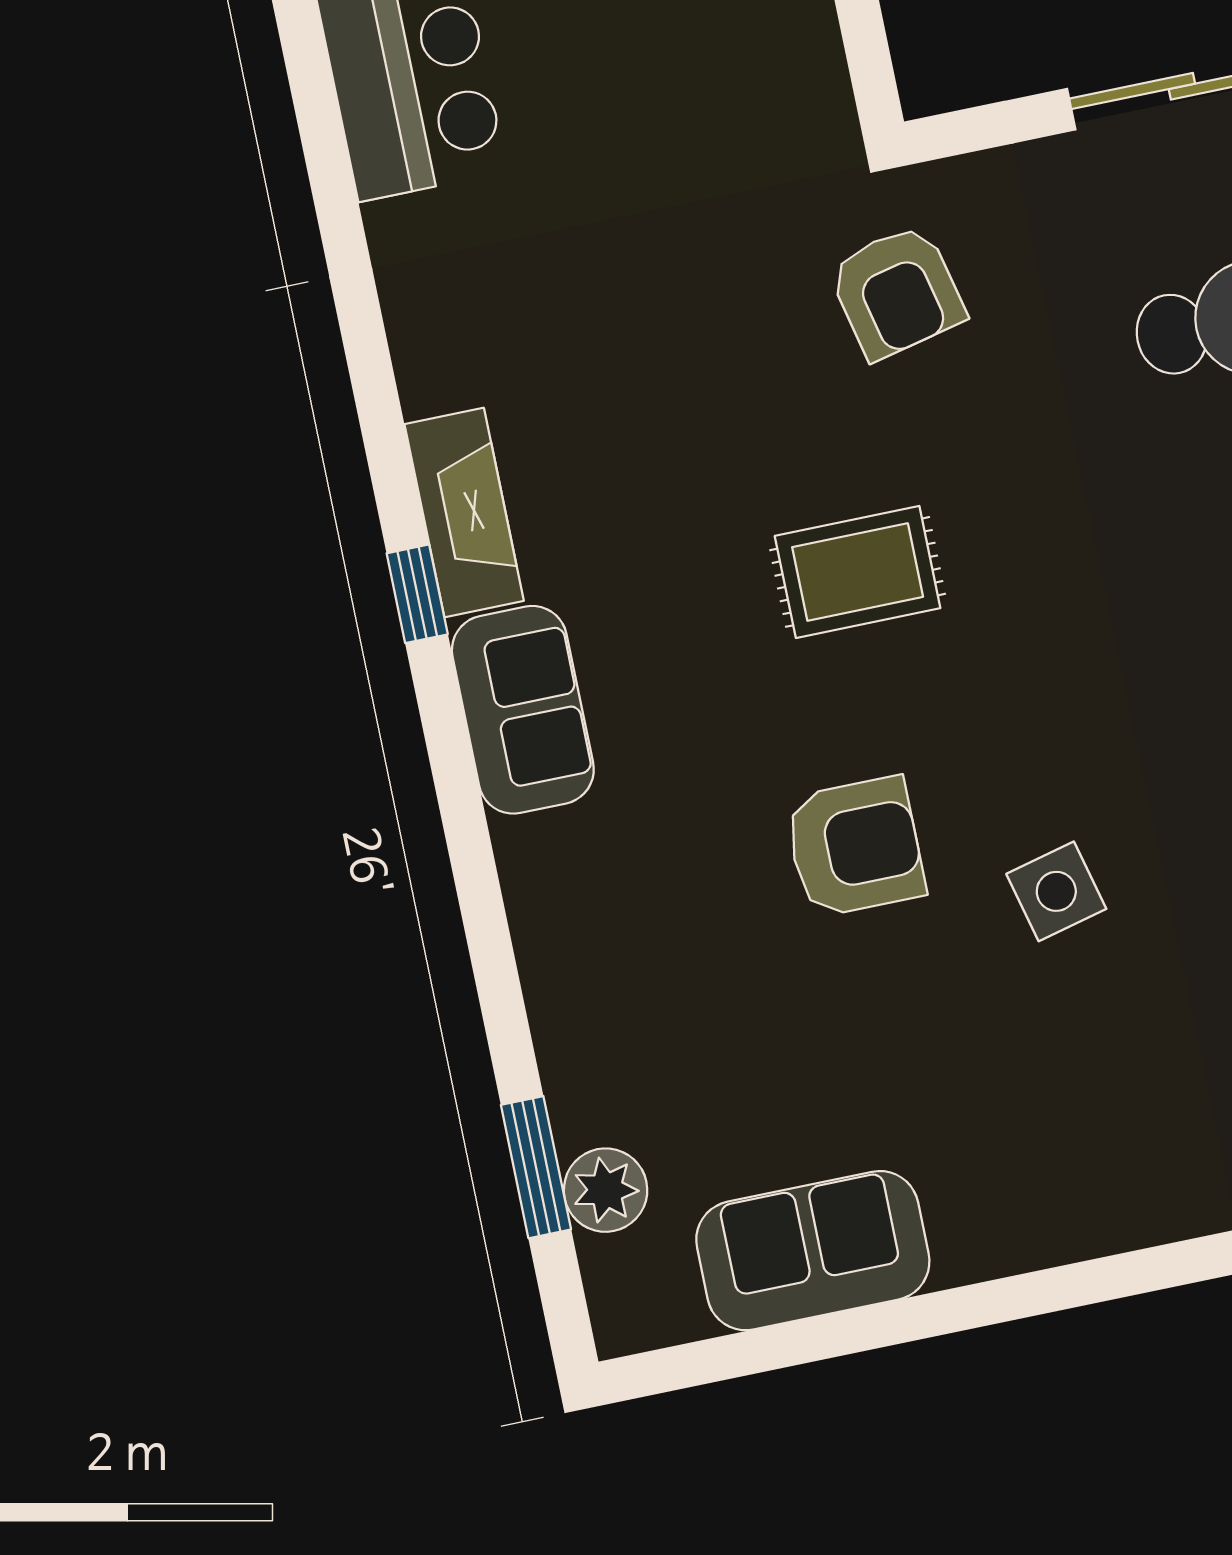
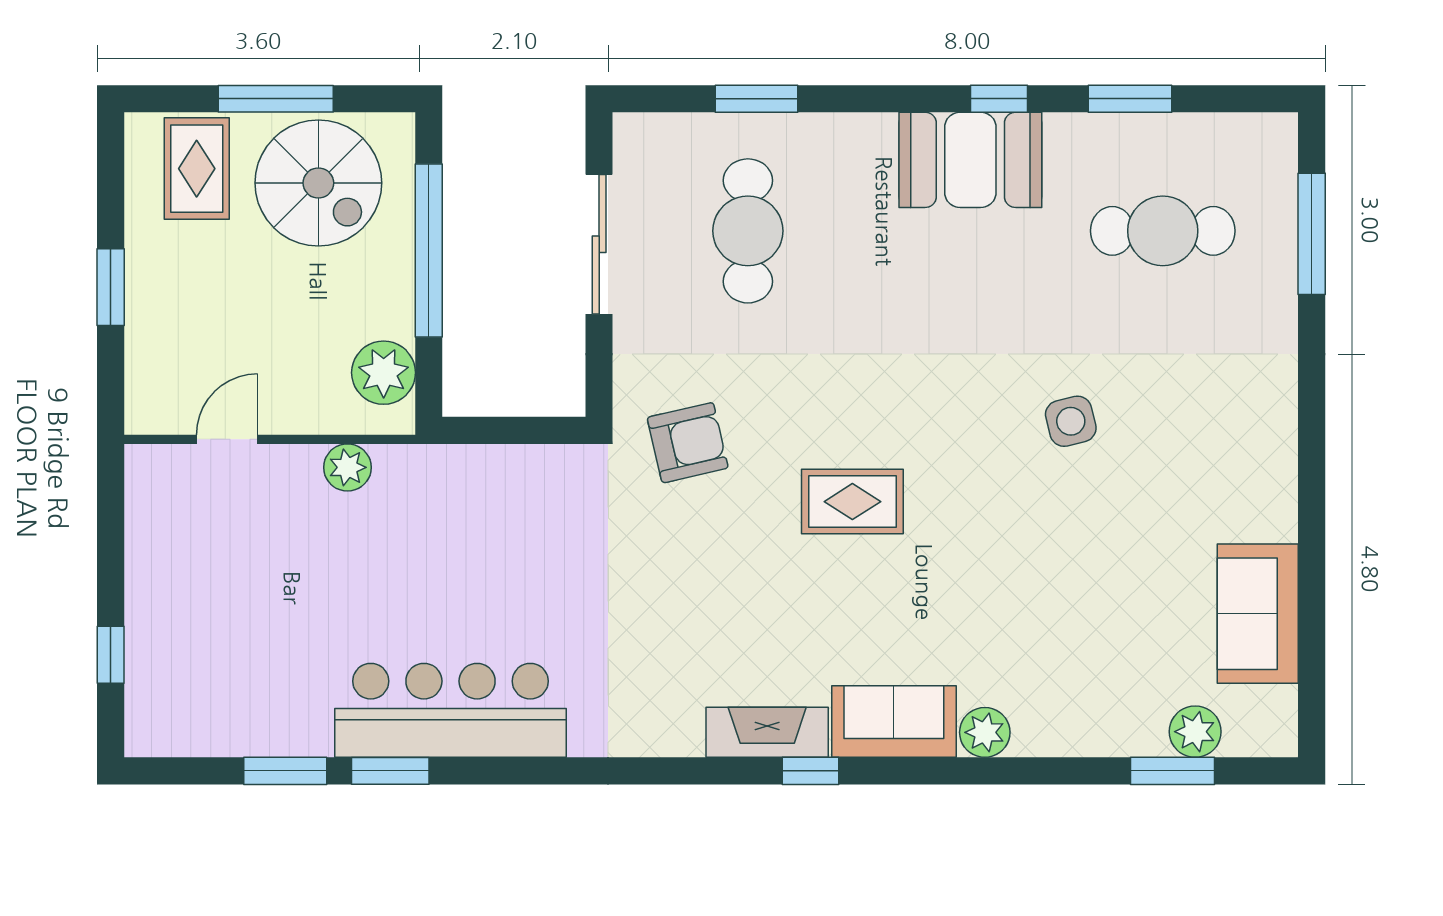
rug: (858, 572) -> (852, 502), turned 90
armchair: (855, 847) -> (1019, 538), removed
plant: (535, 857) -> (985, 732), added

